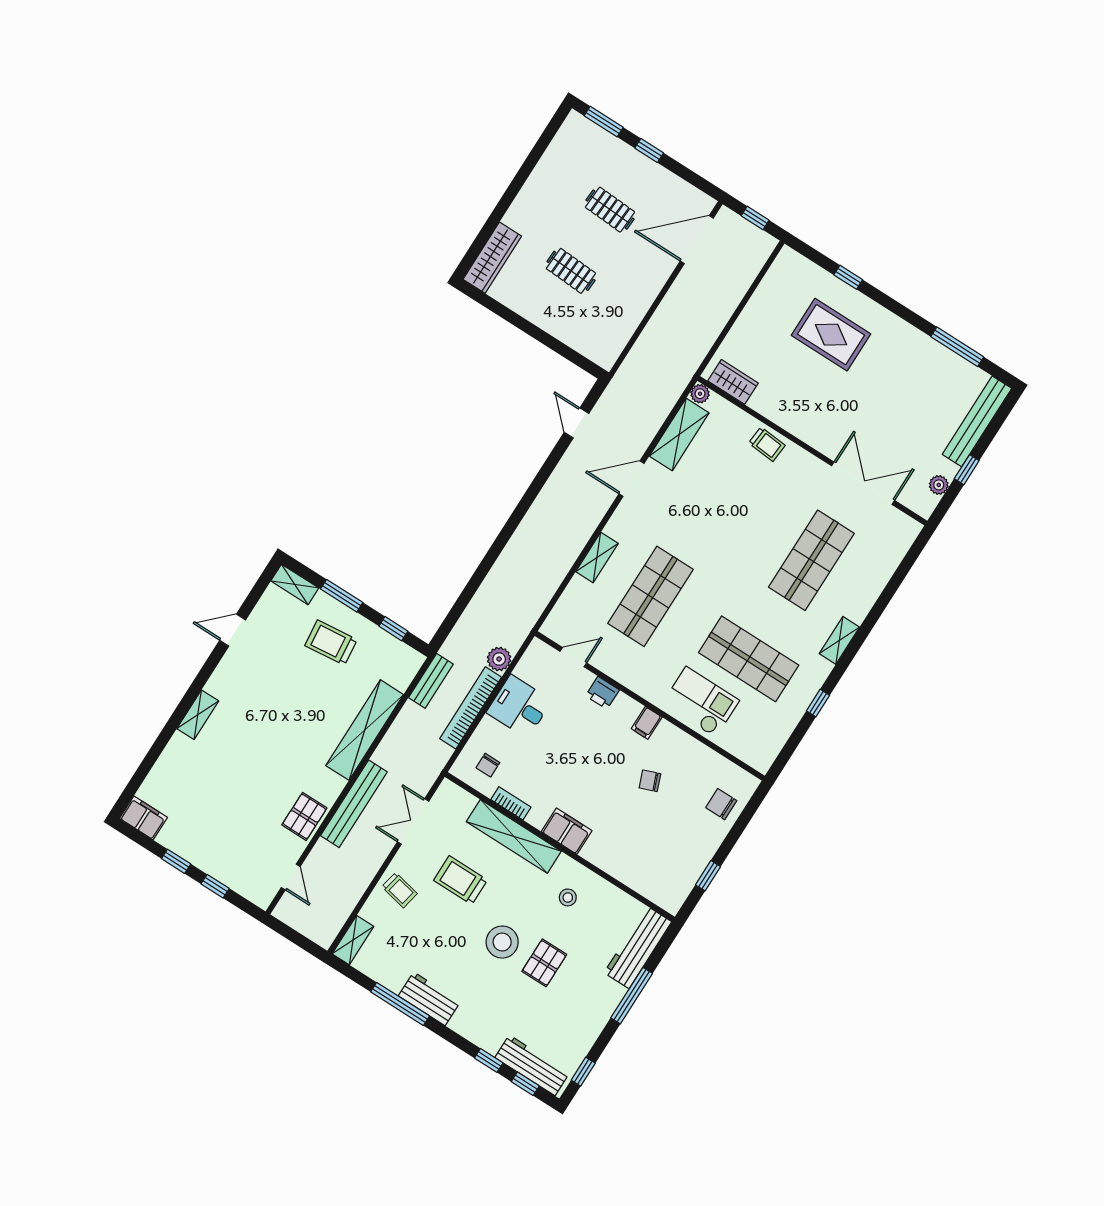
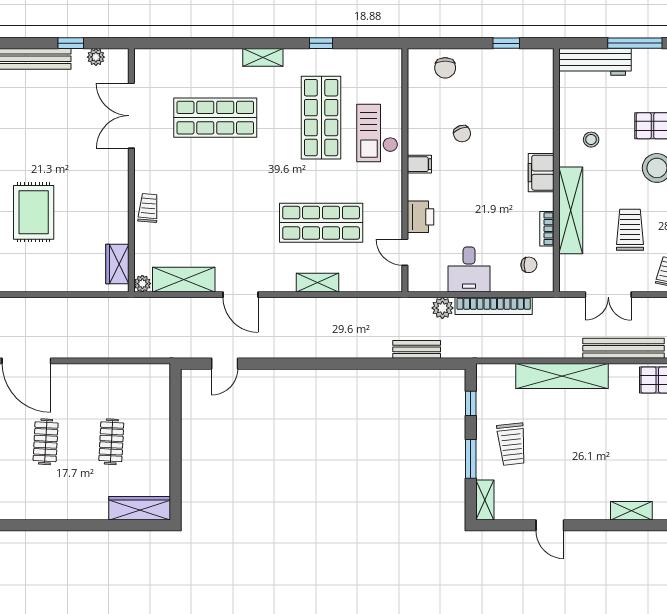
bench: (431, 681) -> (417, 349), moved
printer: (602, 693) -> (421, 217), width x1.36, depth x1.24
trolley: (461, 880) -> (630, 230), turned 180

